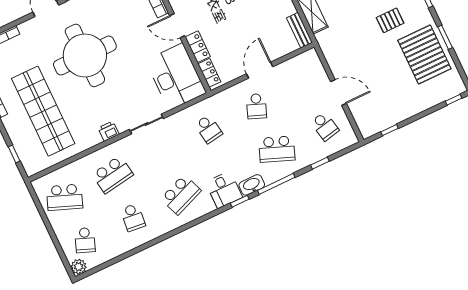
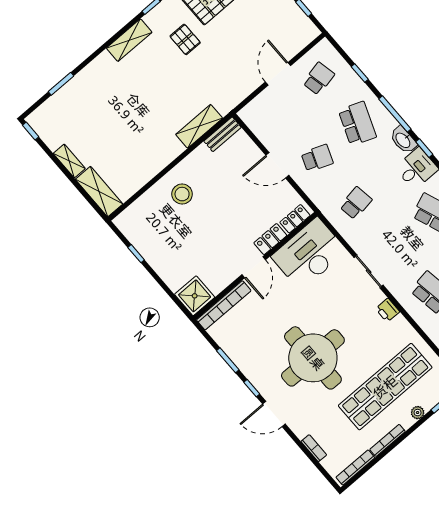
plant: (13, 133) -> (418, 413), added

